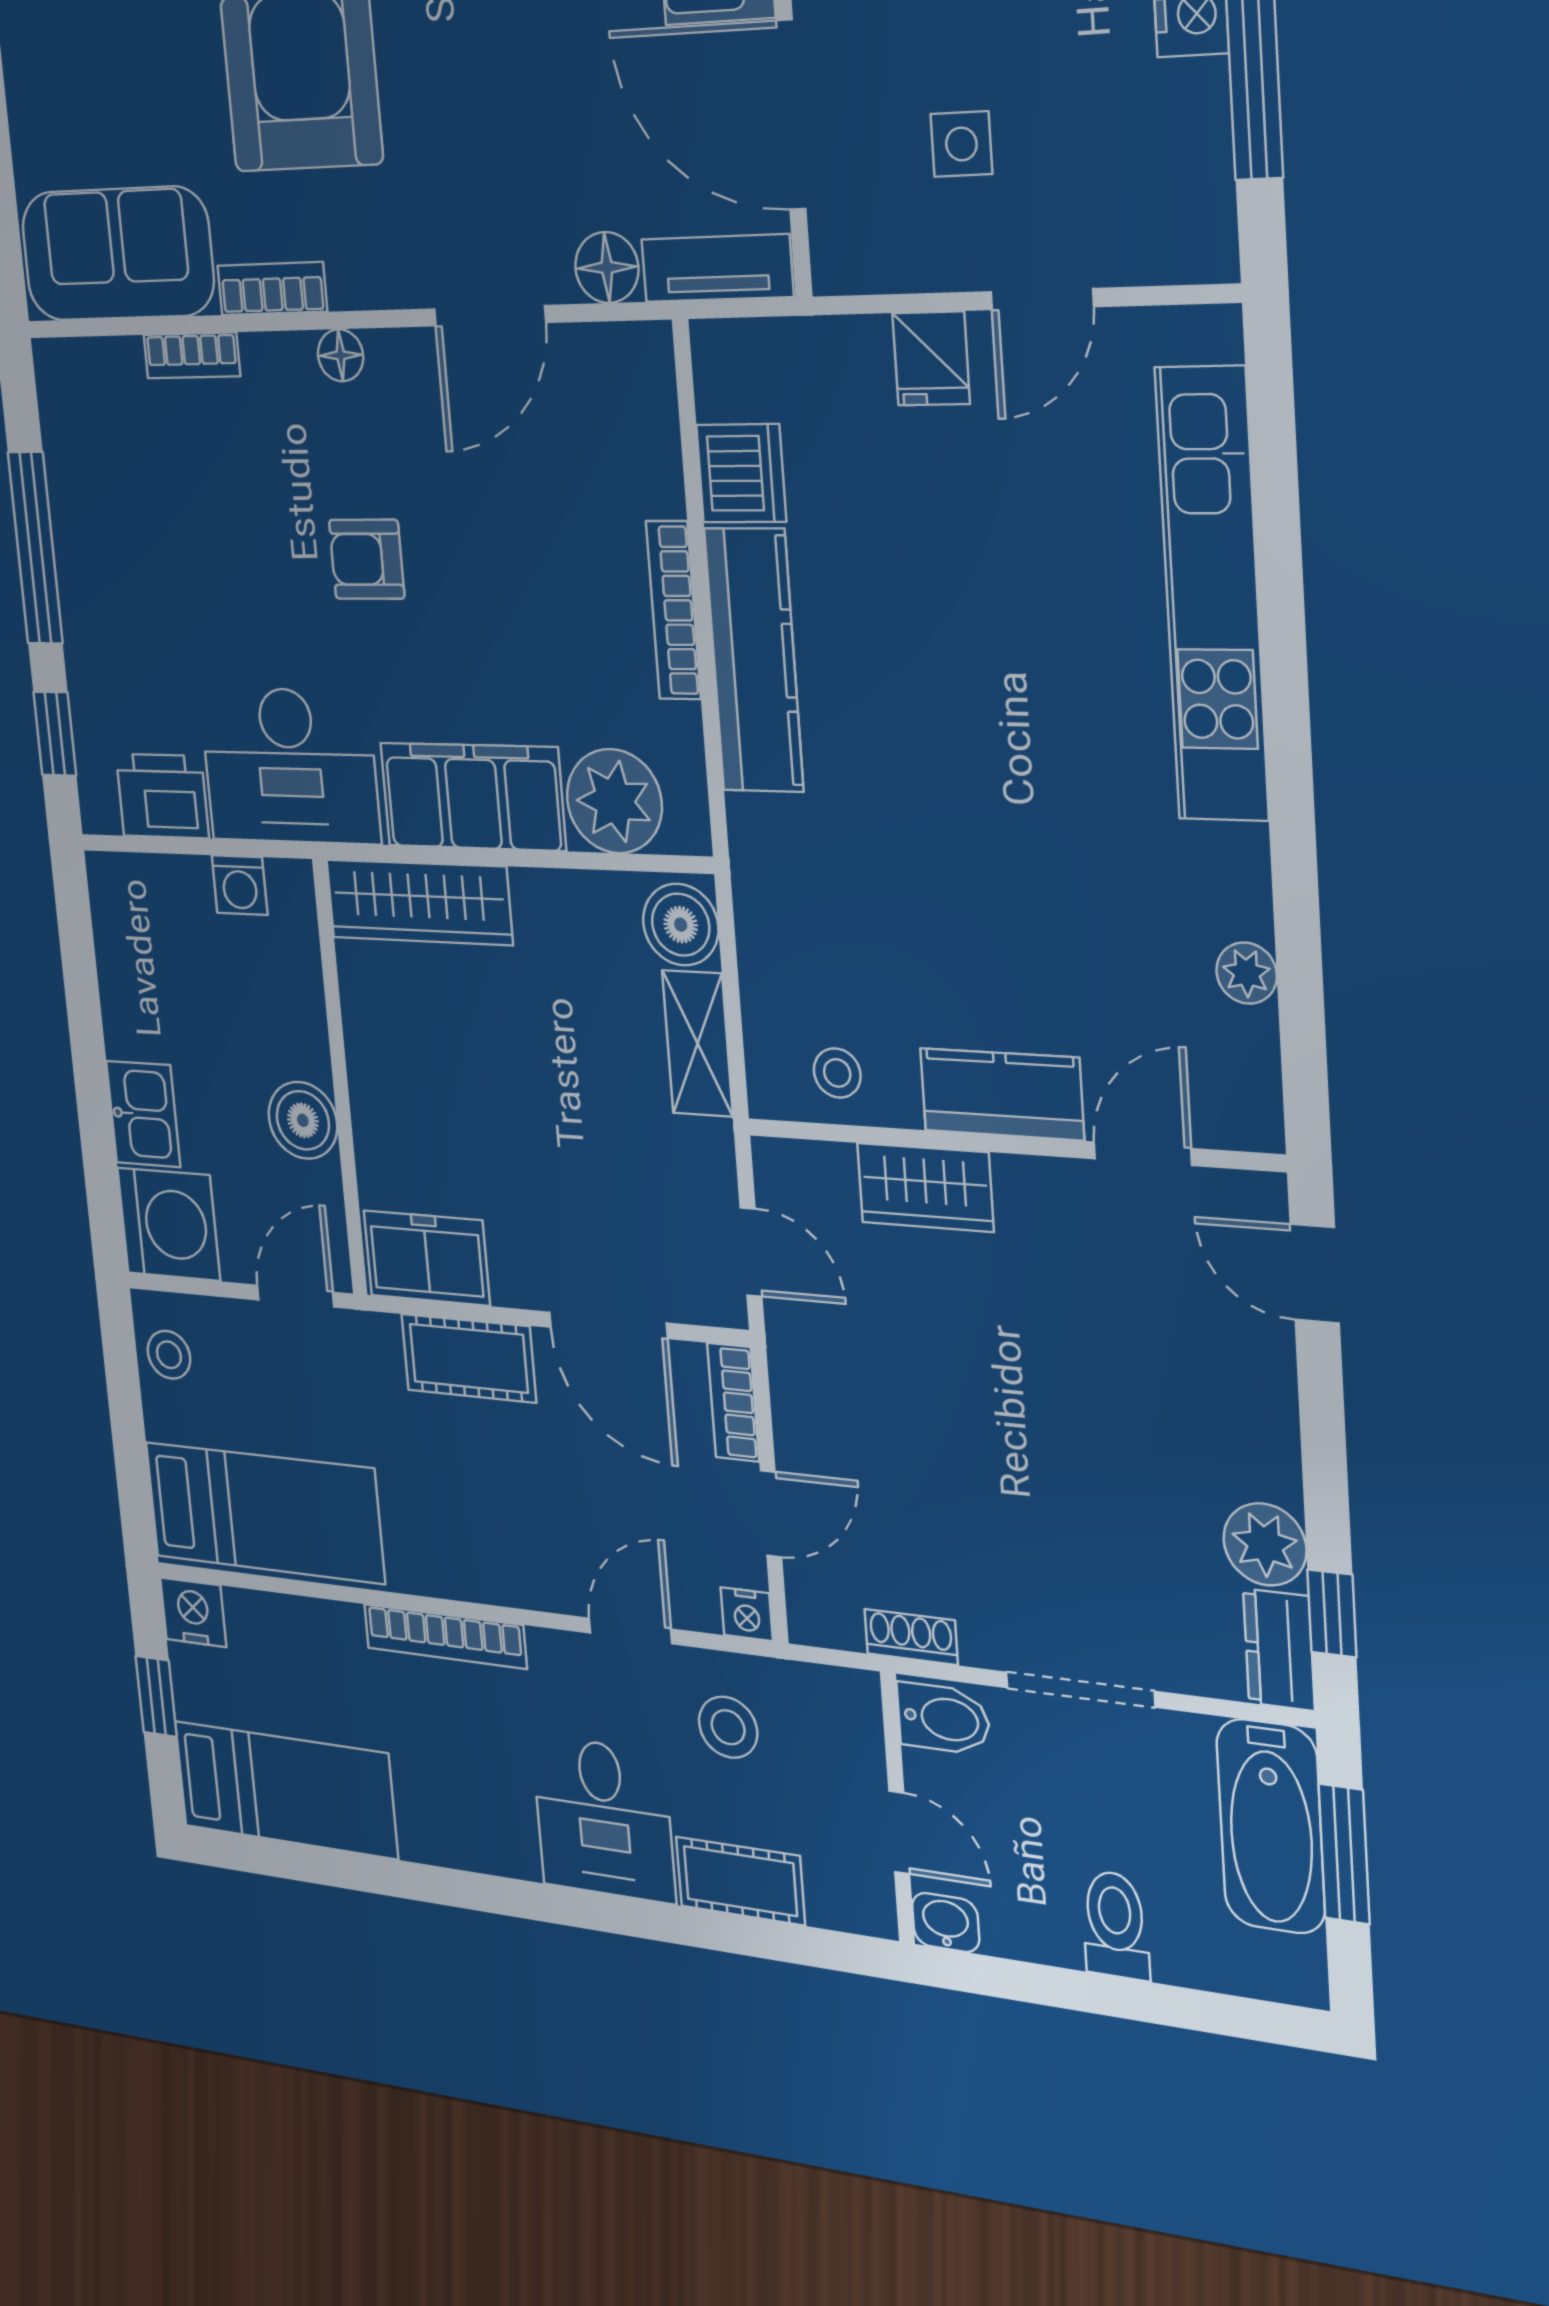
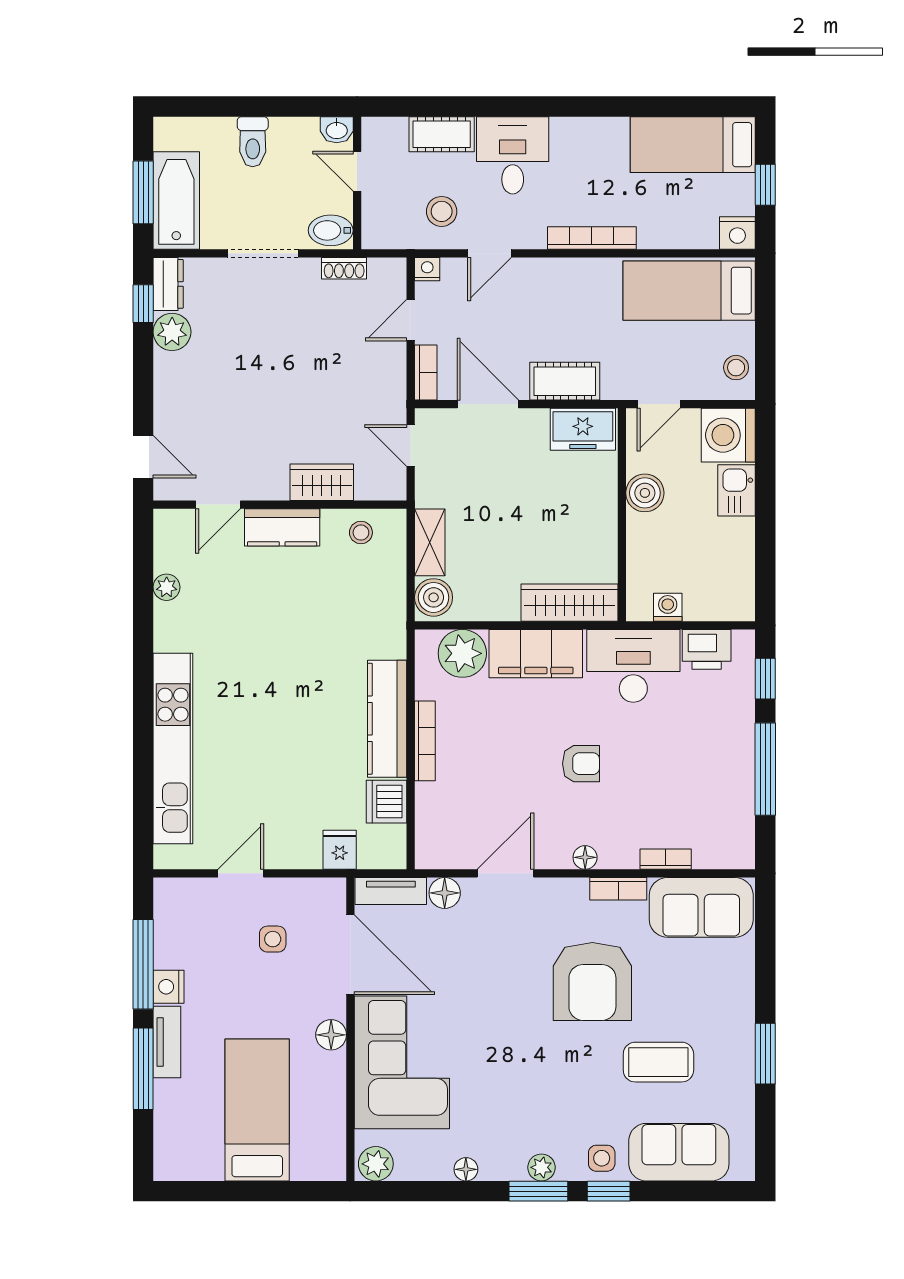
fridge: (931, 359) -> (340, 850), moved

